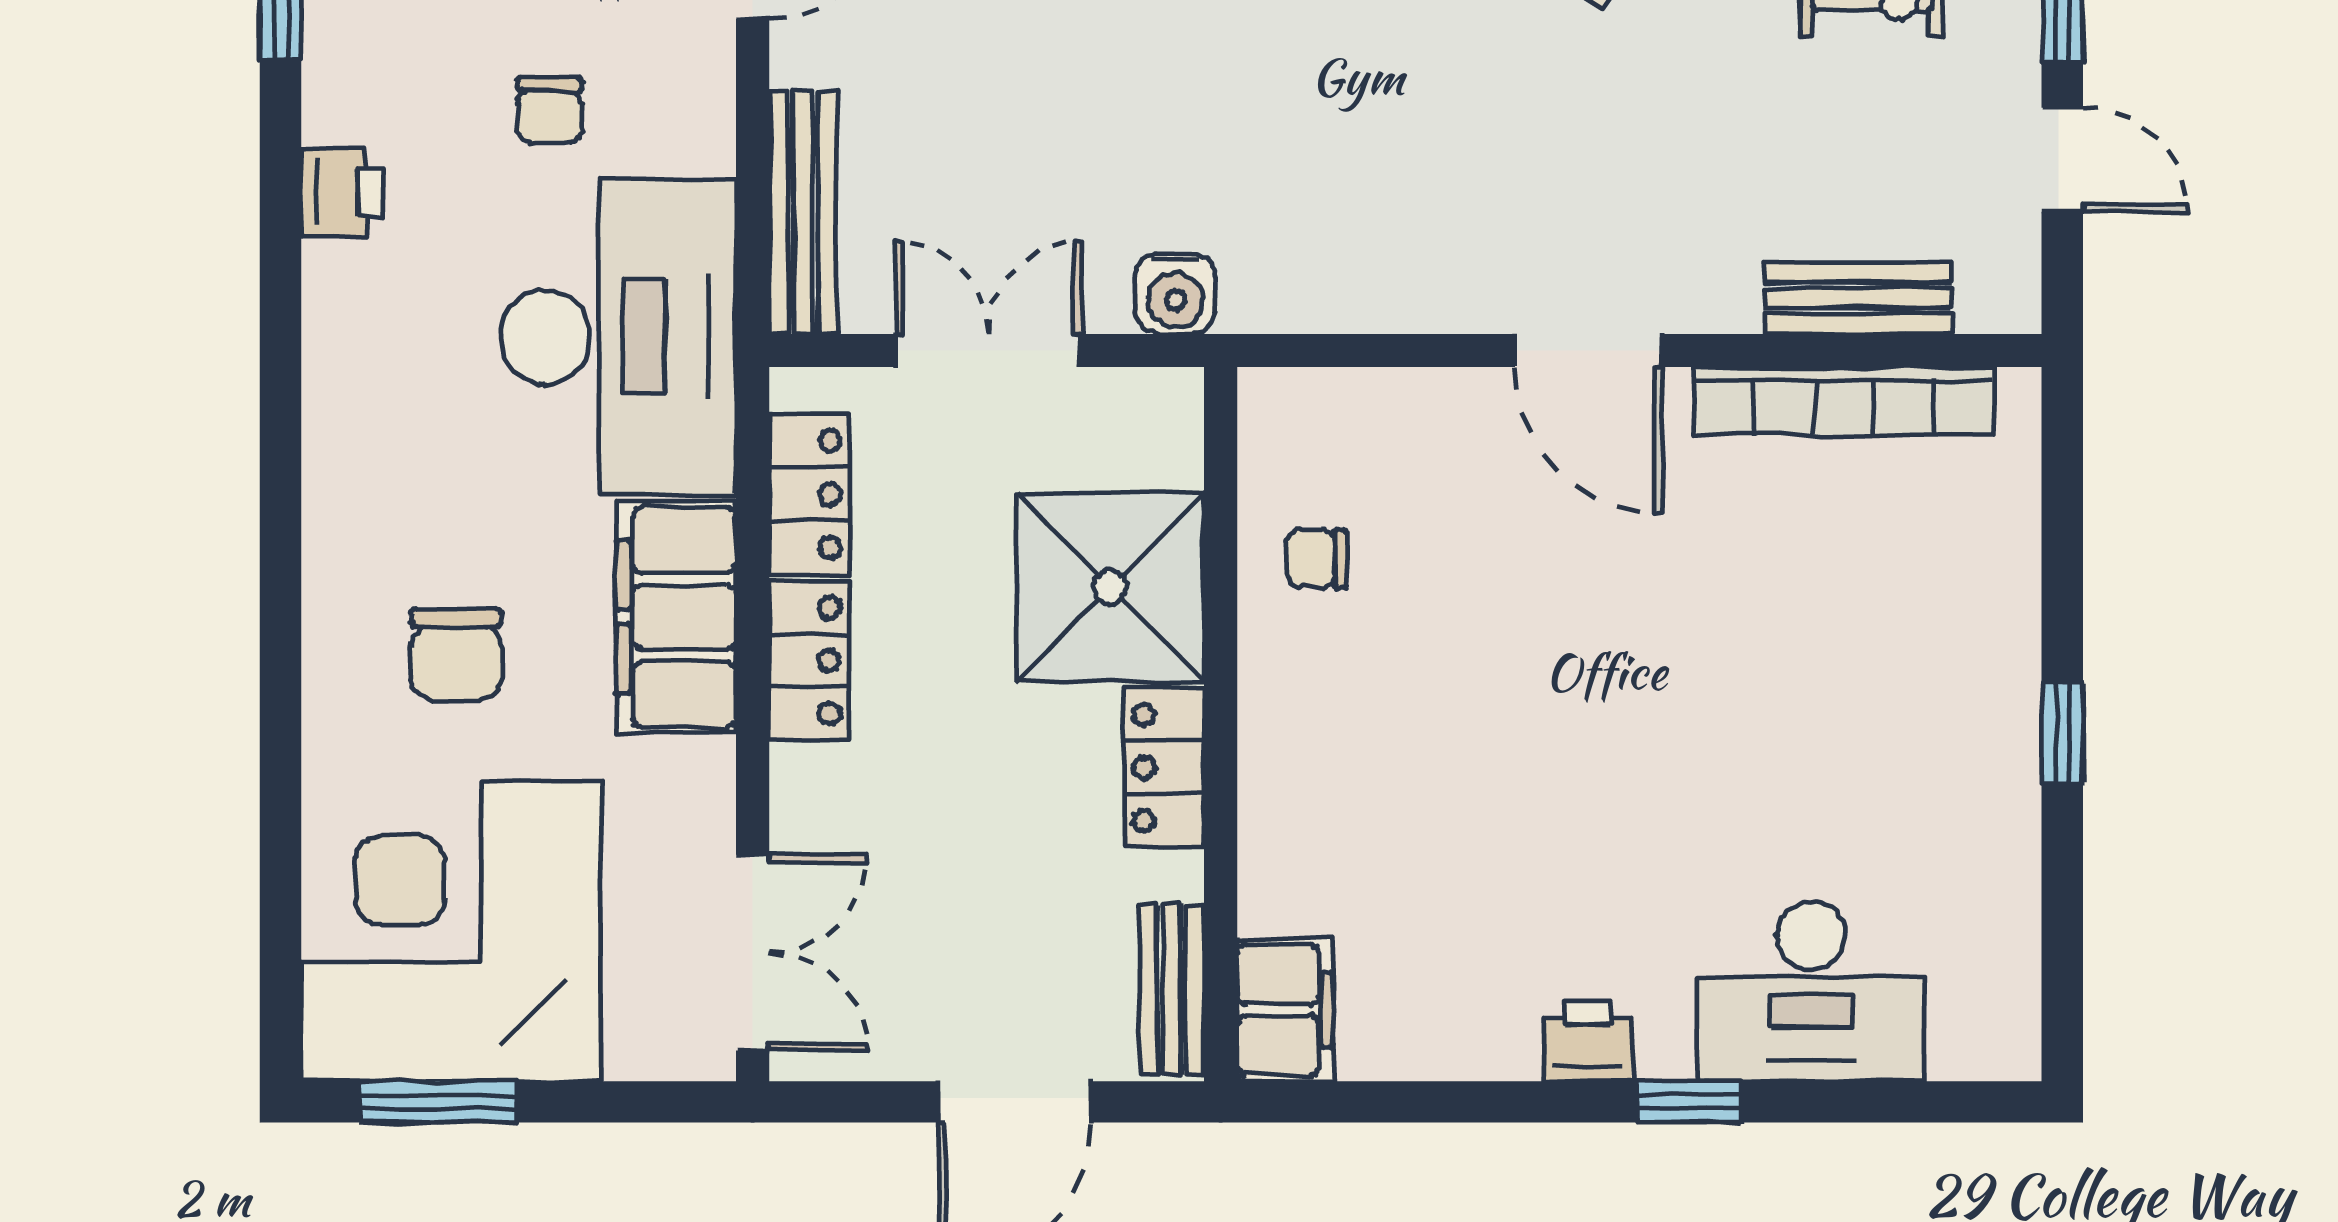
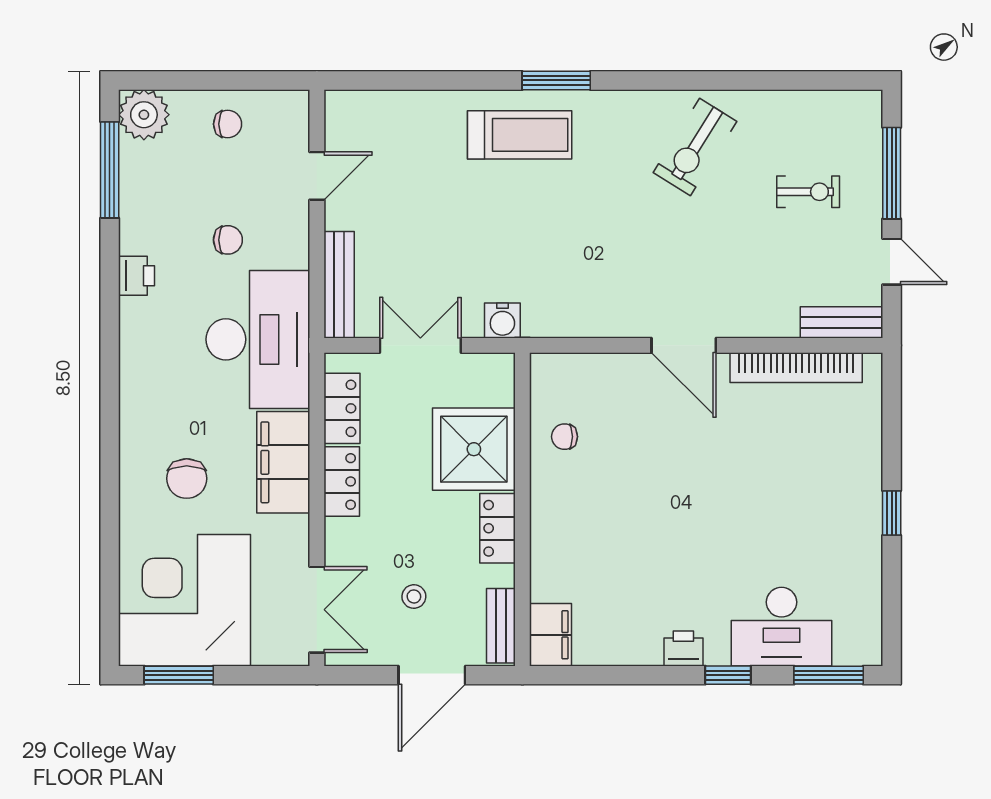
chair: (550, 110) -> (228, 240), turned -90
bench: (1858, 298) -> (842, 322), moved
stool: (974, 923) -> (414, 597), added
window: (1918, 1102) -> (829, 675), added

